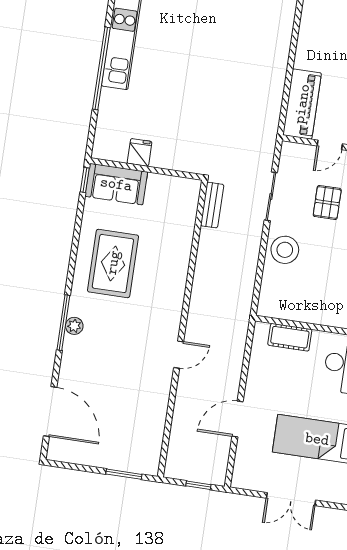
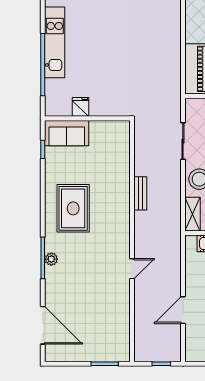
fridge: (140, 152) -> (81, 107), moved
wall: (146, 169) -> (87, 118), moved
sofa: (116, 184) -> (67, 133), moved
bench: (212, 205) -> (140, 193), moved
shelving: (269, 295) -> (193, 214), added

